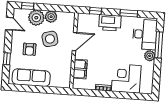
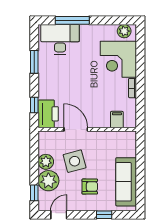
printer: (110, 23) -> (48, 114), moved
plant: (150, 56) -> (124, 31), moved
filing cabinet: (80, 69) -> (117, 119), width x0.50

